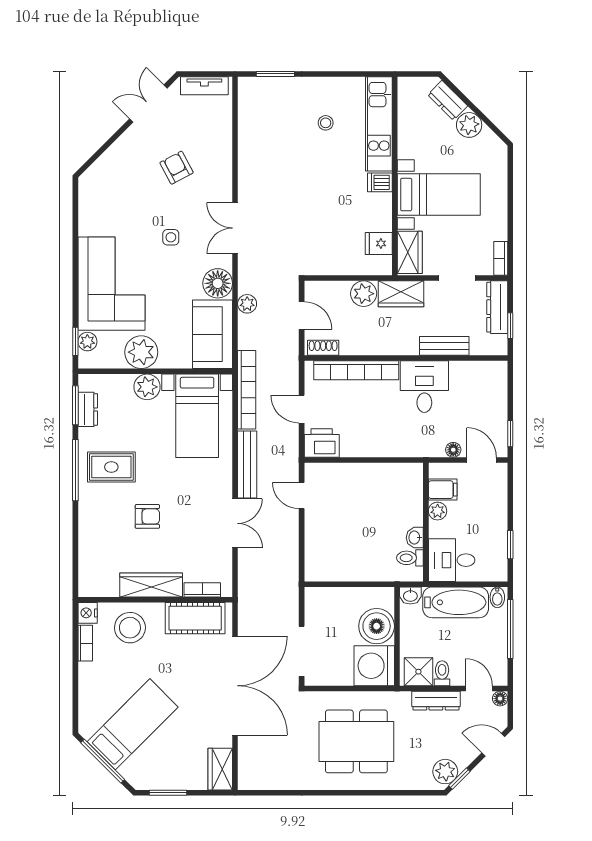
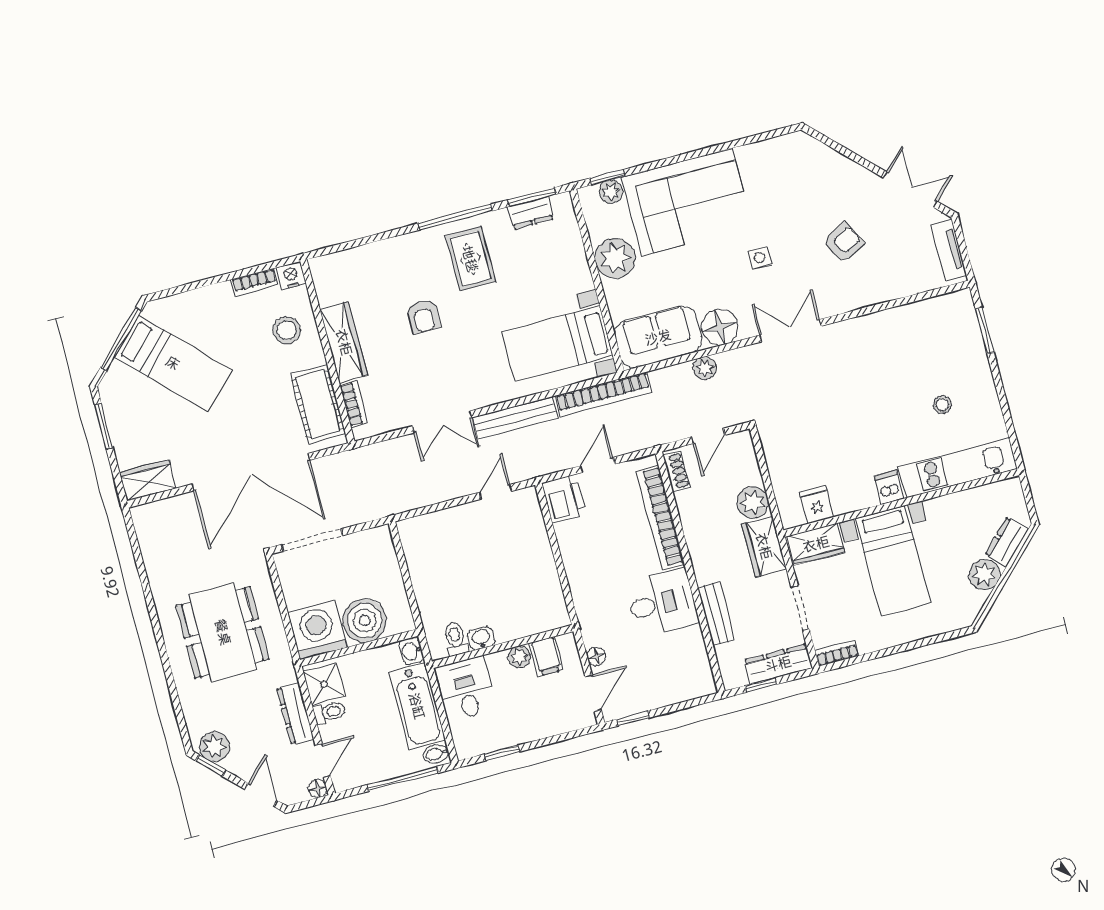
plant: (147, 387) -> (576, 276), removed
stool: (130, 628) -> (287, 330), width x0.73, depth x0.73

